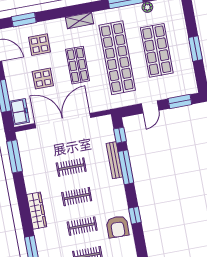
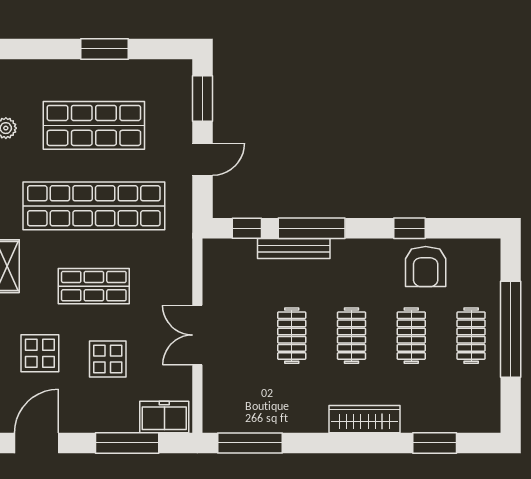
door: (150, 107) -> (202, 159), hinge flipped
double door: (63, 121) -> (197, 335), width x0.54
armchair: (117, 227) -> (426, 267), turned 89

